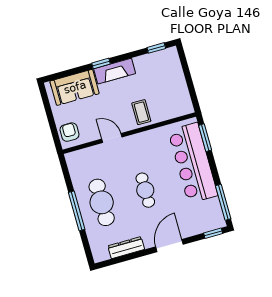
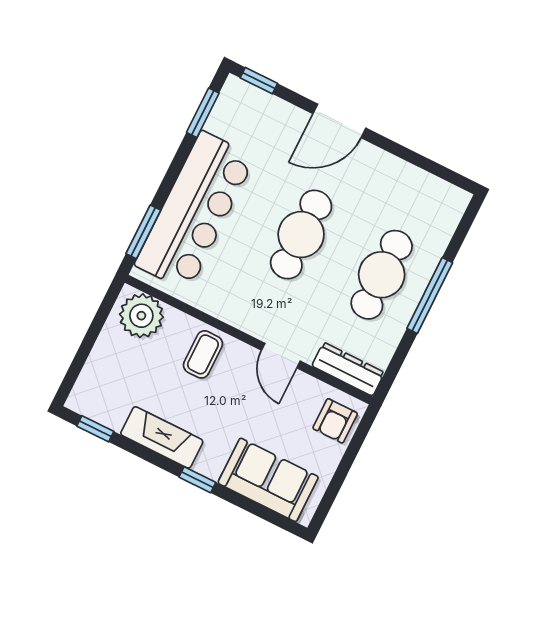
fireplace: (115, 71) -> (162, 437), moved
plant: (177, 106) -> (141, 316), added
cafe table: (145, 190) -> (301, 235), width x1.37, depth x1.35
window: (223, 202) -> (203, 113), width x0.69
dresser: (126, 248) -> (348, 369), moved, turned 180

